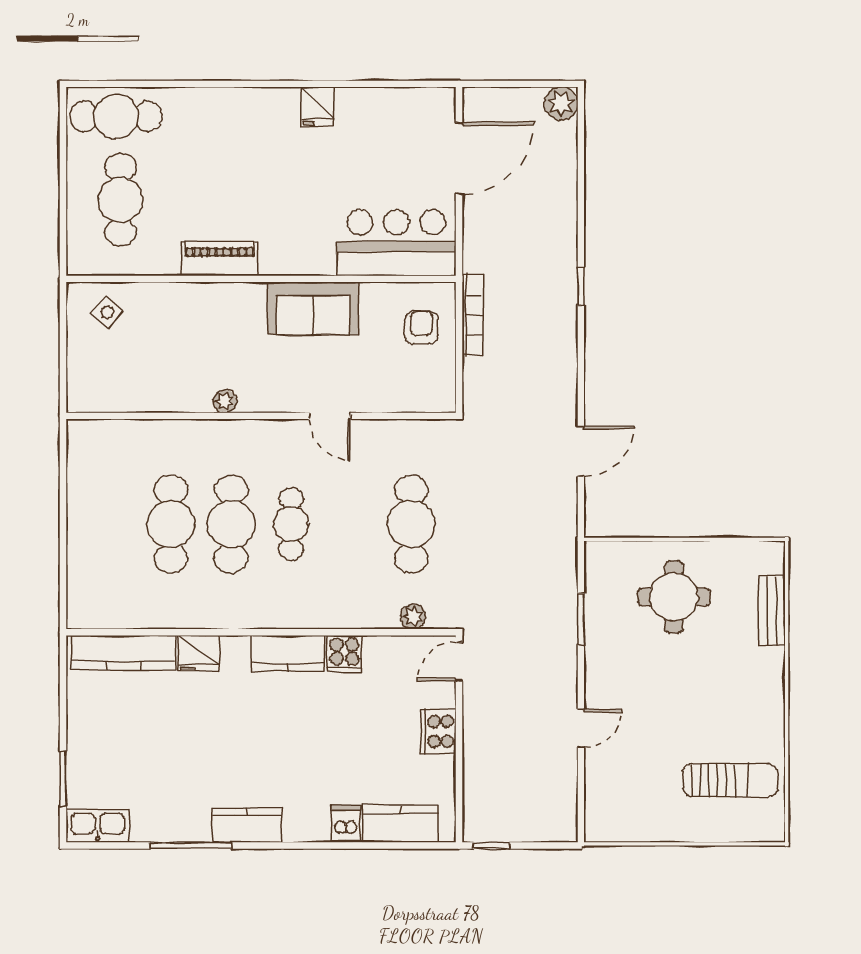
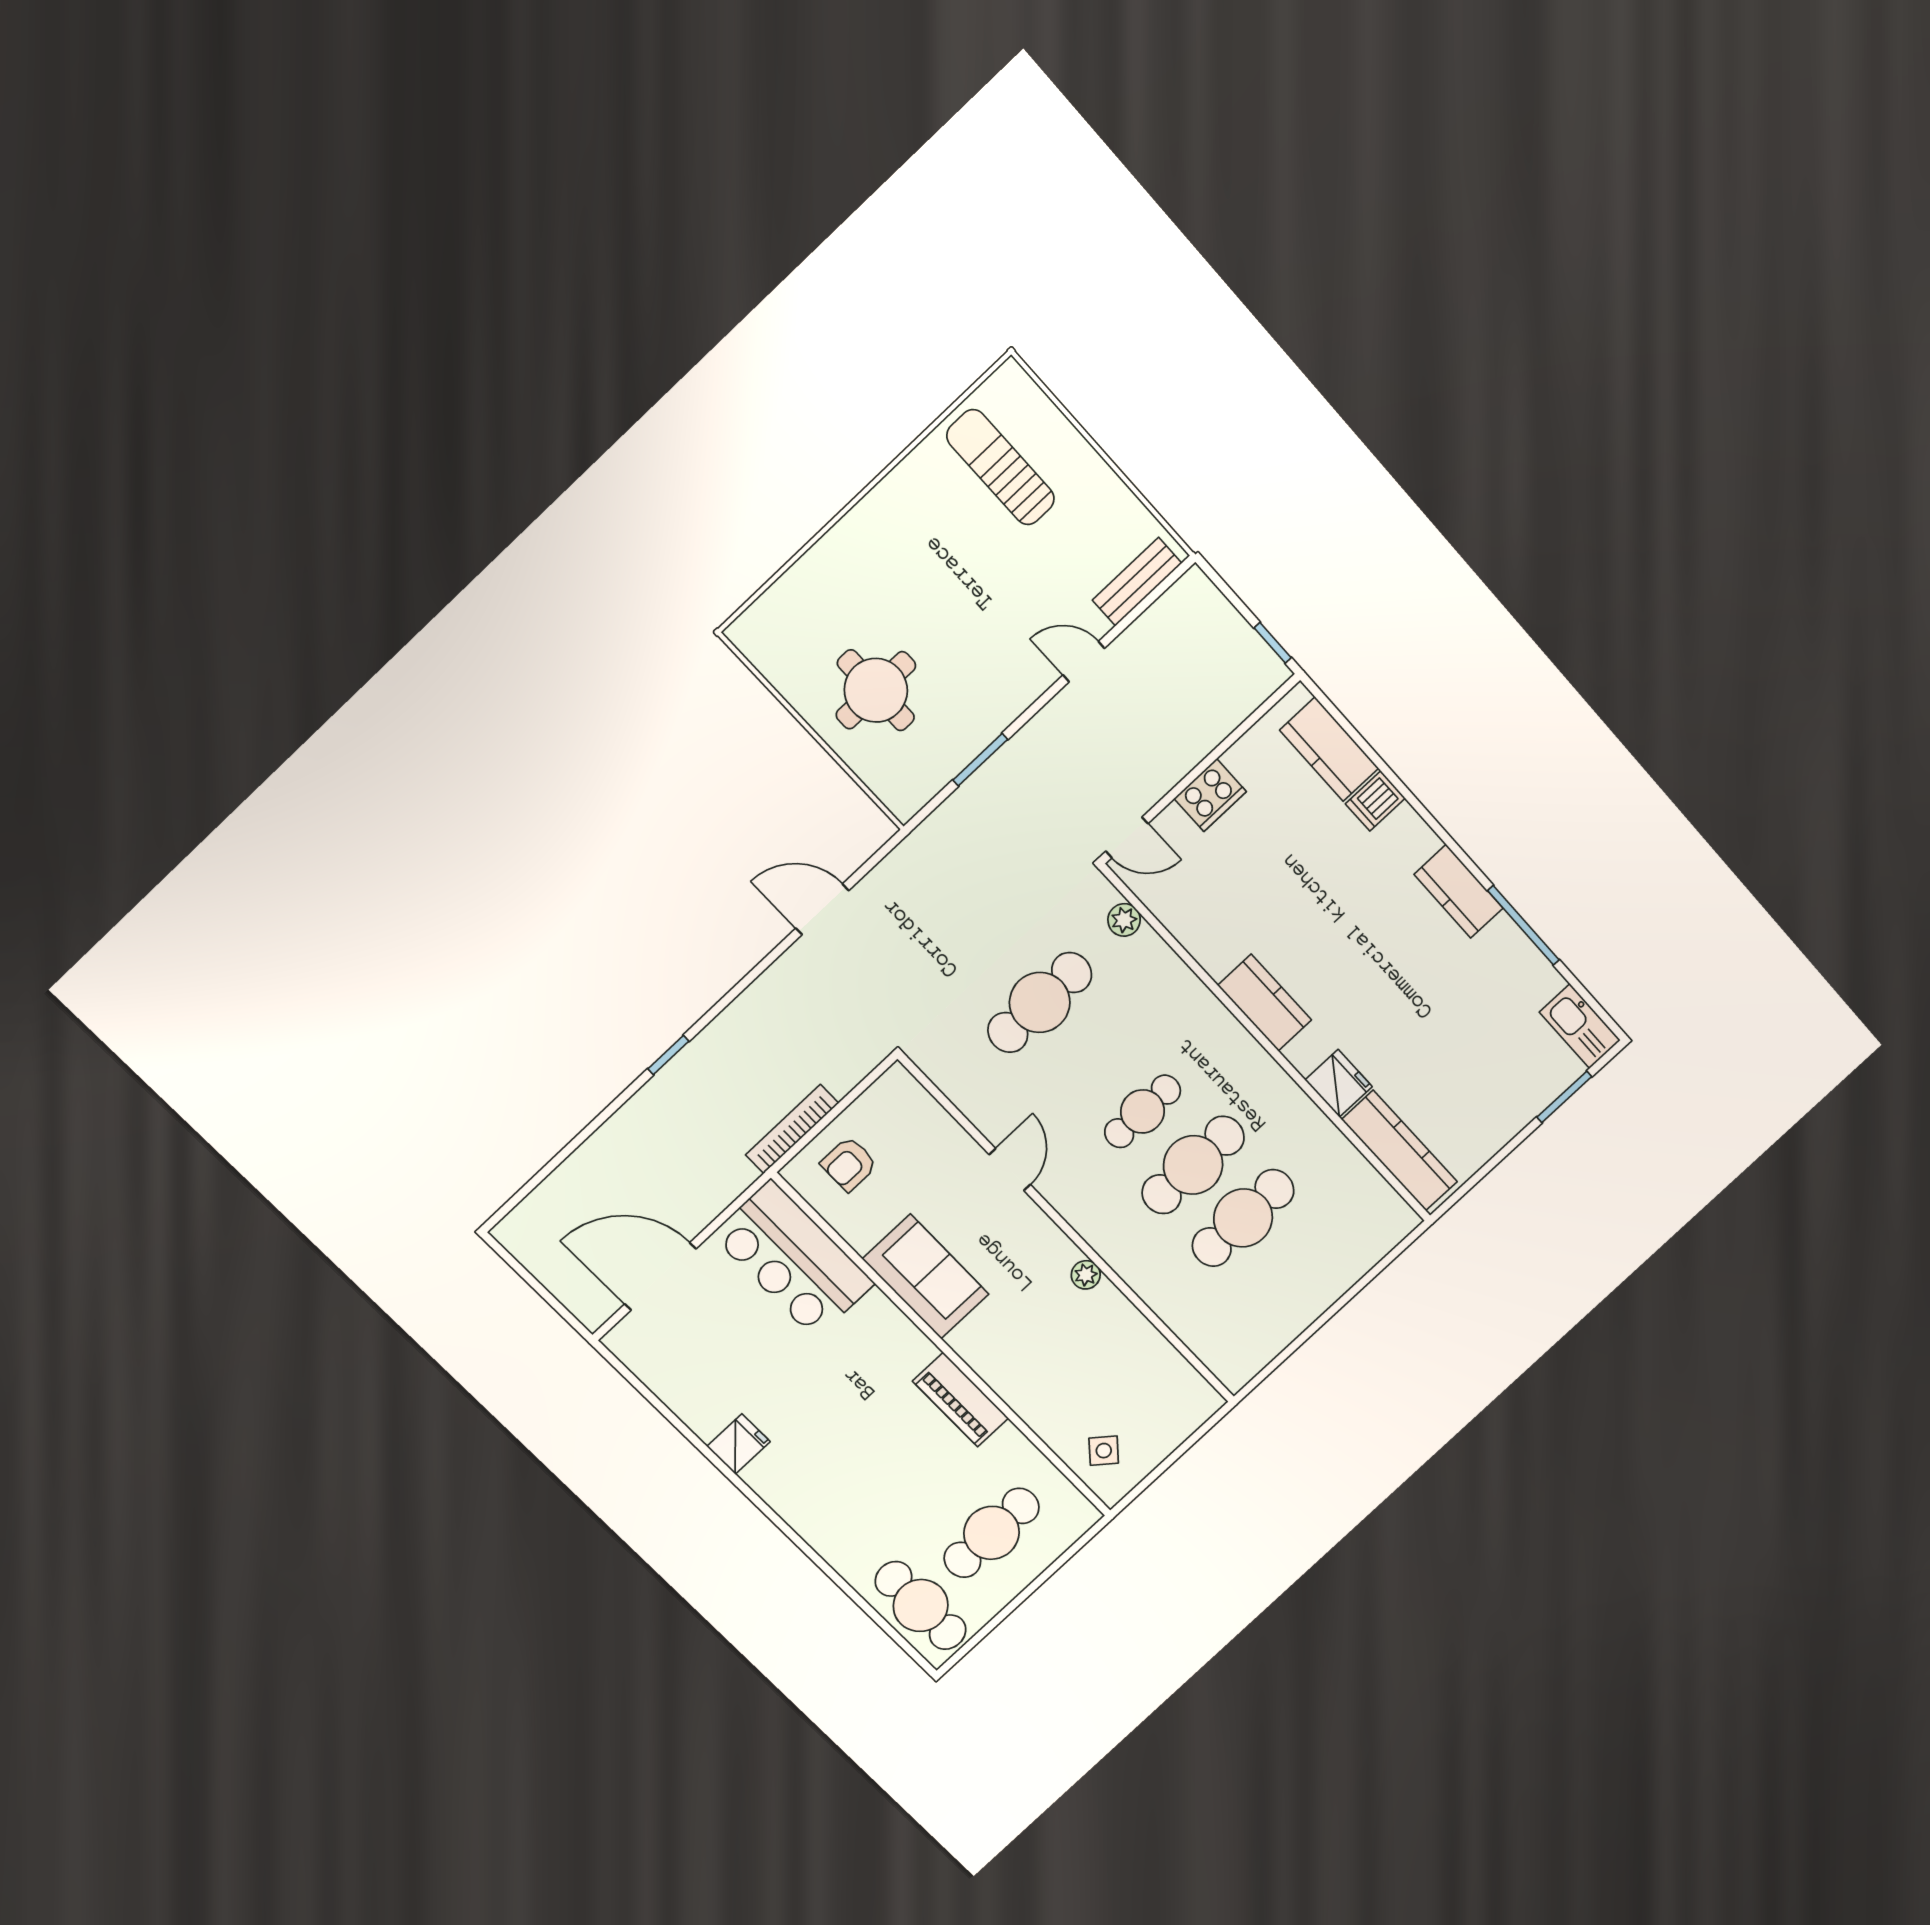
plant: (561, 103) -> (517, 1233), removed
bench: (772, 611) -> (1137, 582), moved
cooker: (344, 654) -> (1218, 951), removed

